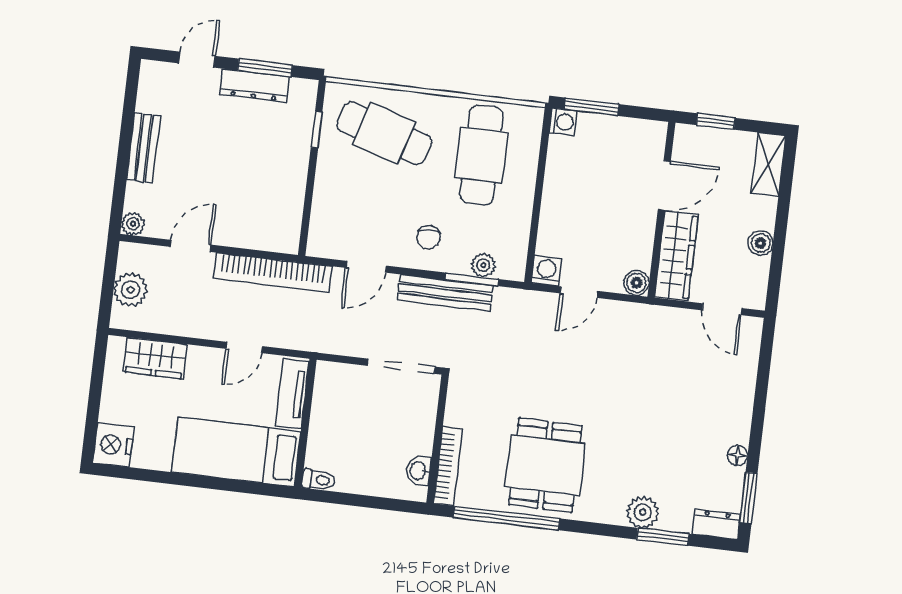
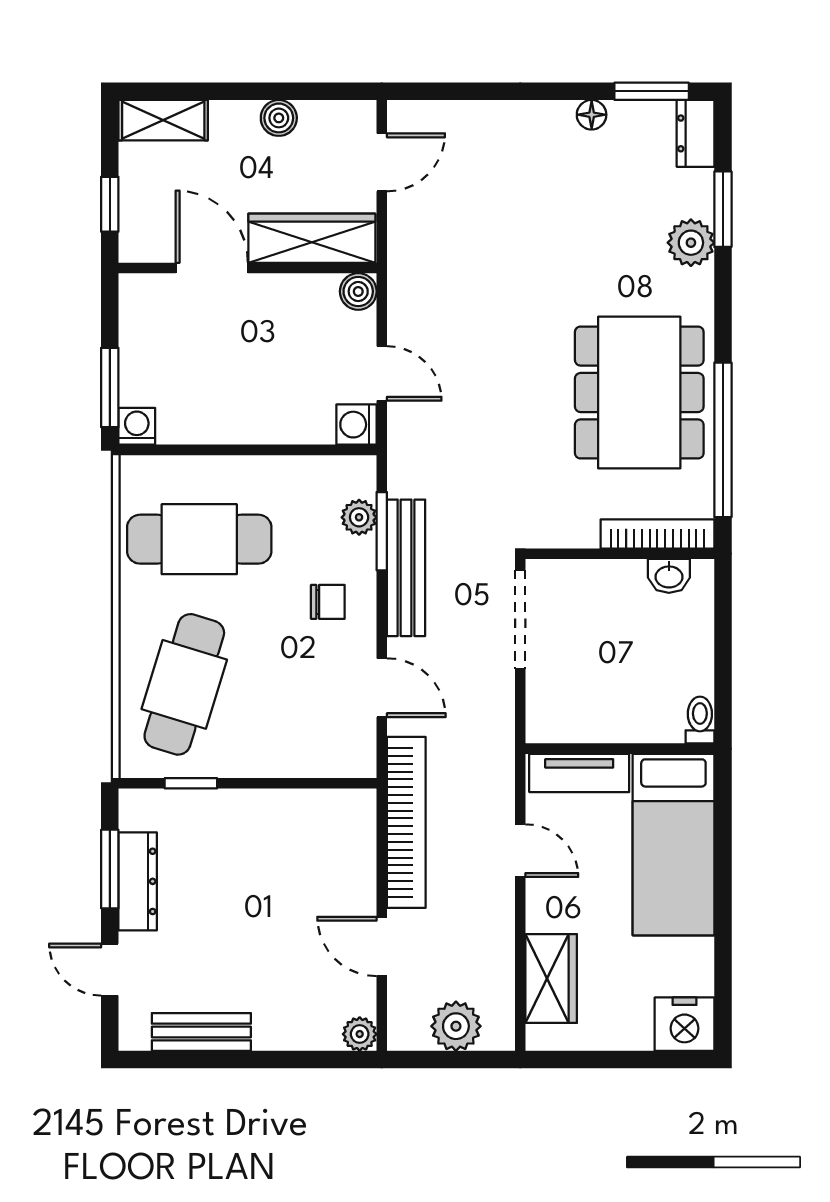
bench: (143, 148) -> (201, 1032), moved
dining table: (545, 465) -> (639, 393), width x1.38

